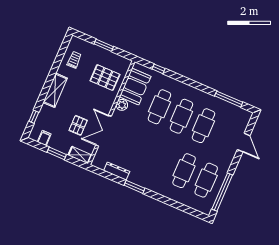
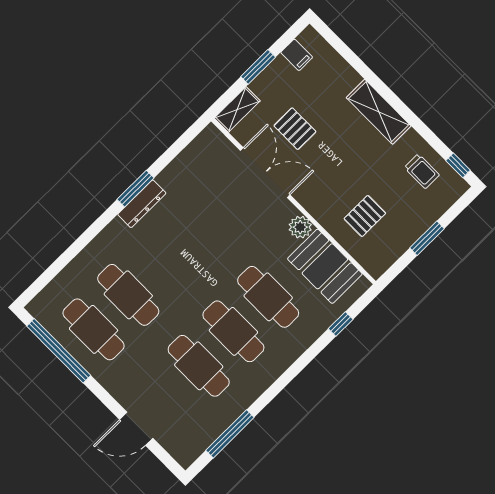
pallet: (105, 78) -> (365, 216), width x0.67, depth x0.71
window: (34, 117) -> (458, 165), moved
dresser: (117, 171) -> (142, 204), moved

